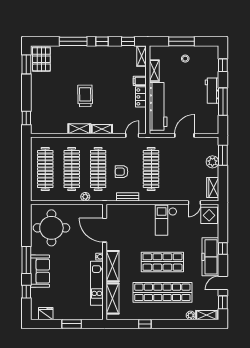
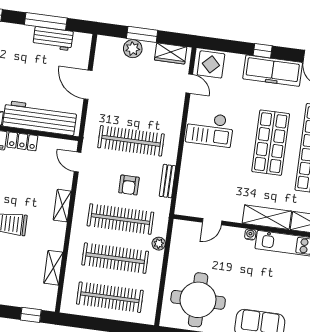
workbench: (212, 91) -> (53, 39), moved
shelving: (79, 129) -> (53, 268), moved
window: (223, 155) -> (142, 34), moved
door: (105, 230) -> (212, 222), width x0.53

